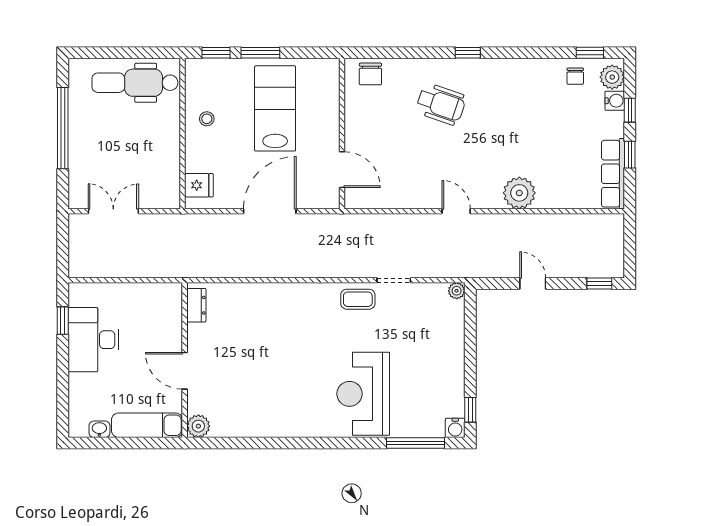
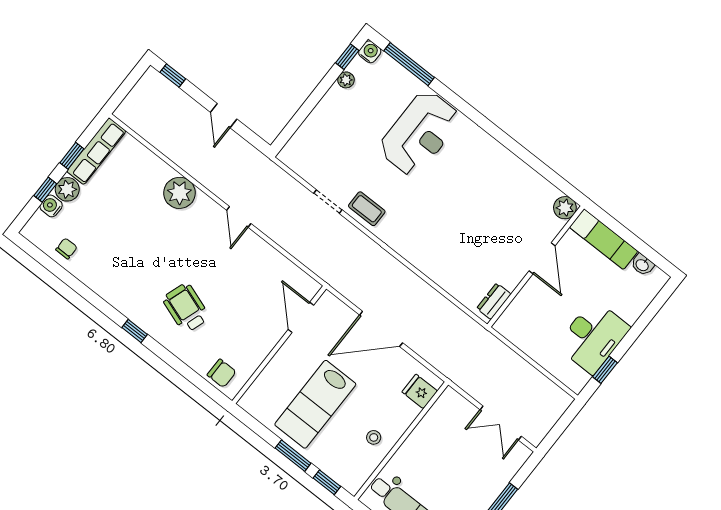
window: (590, 53) -> (41, 258), removed
chair: (370, 74) -> (222, 373), turned 90
plant: (612, 77) -> (67, 189), moved
plant: (457, 291) -> (346, 80), moved

